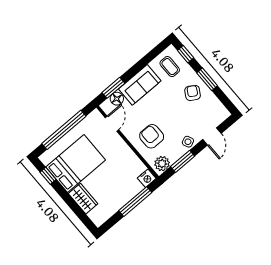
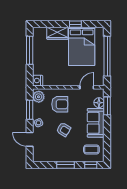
armchair: (193, 93) -> (64, 130), moved
door: (112, 124) -> (87, 87), swing flipped
window: (48, 176) -> (75, 24), moved
window: (135, 202) -> (30, 50), moved

